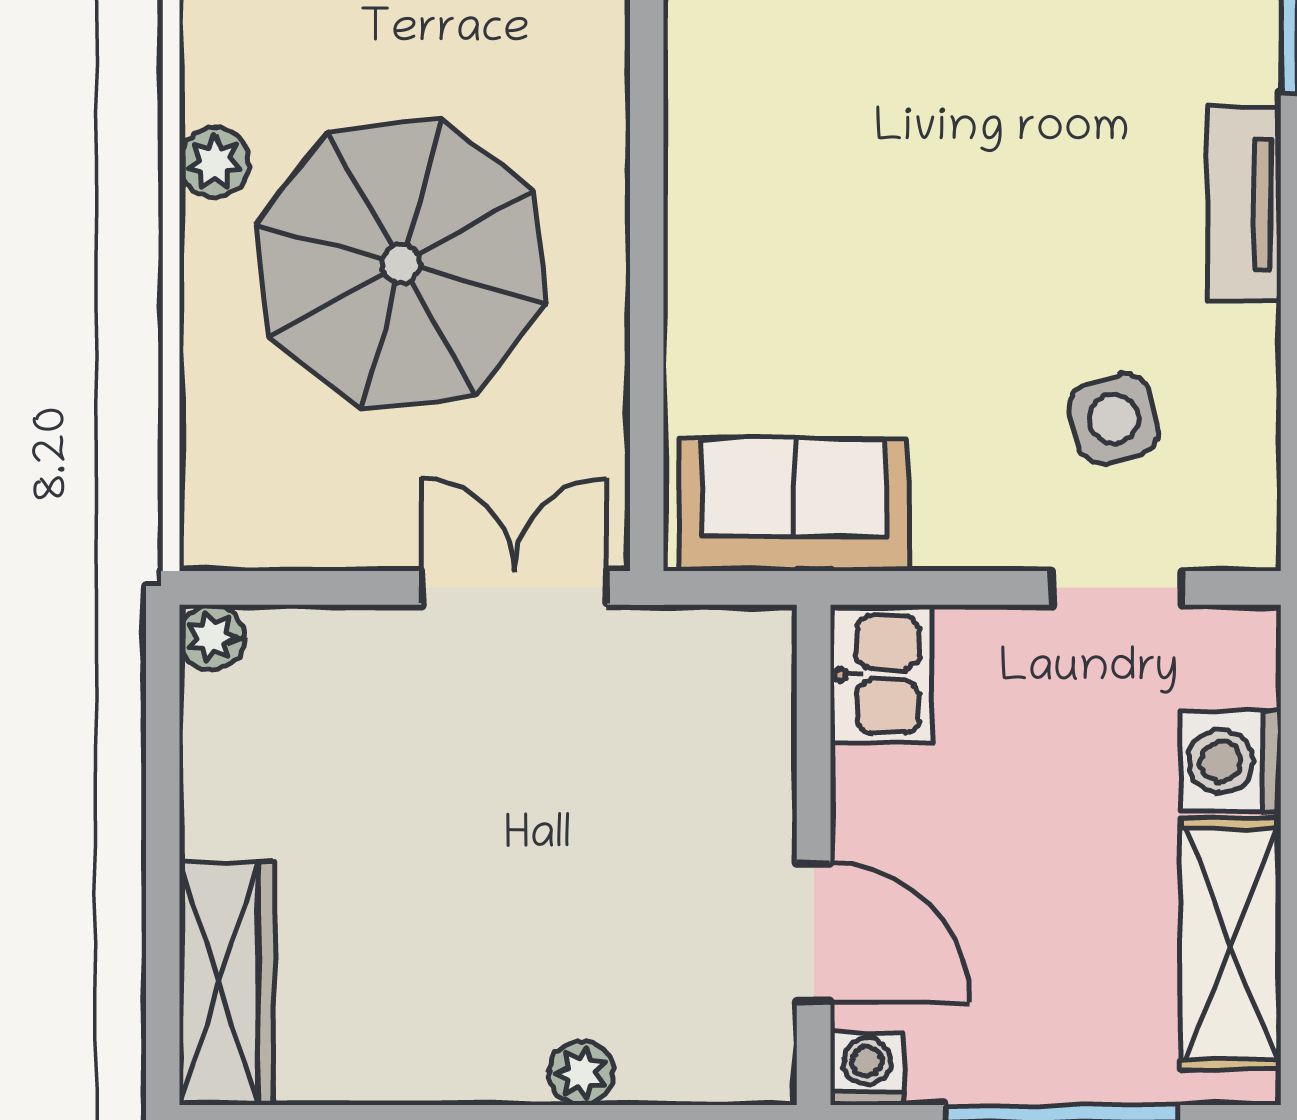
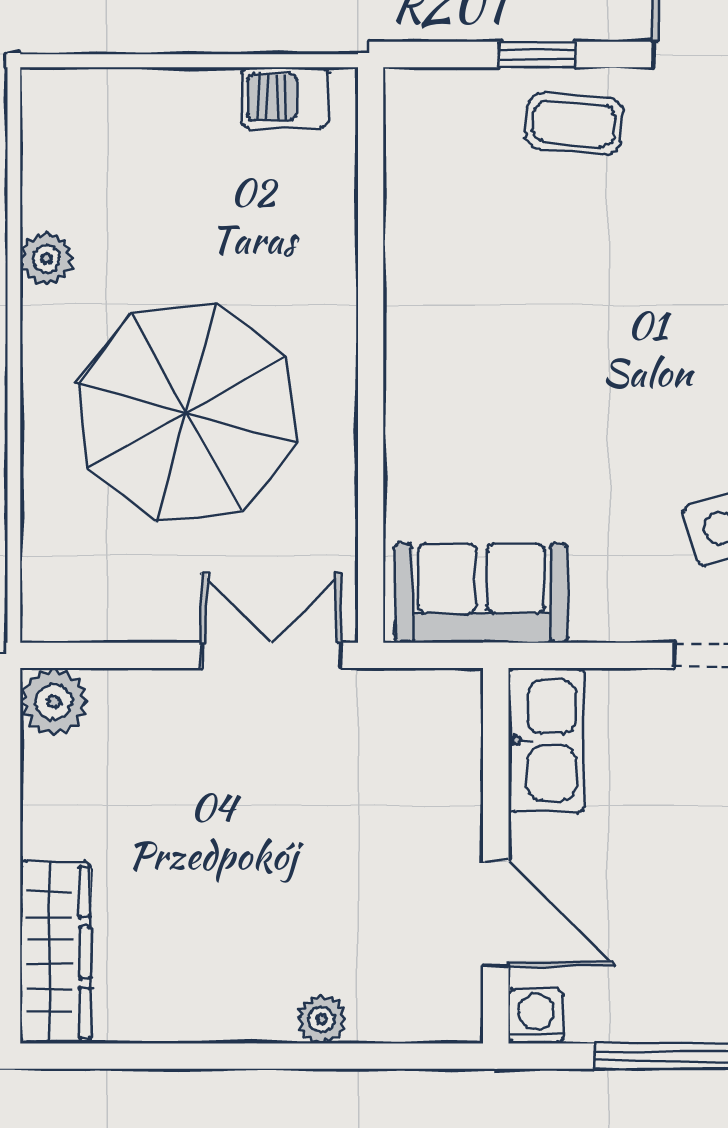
plant: (215, 162) -> (46, 258), moved
plant: (212, 637) -> (54, 702), width x1.38, depth x1.38
kitchen sink: (881, 674) -> (546, 740), width x1.38

